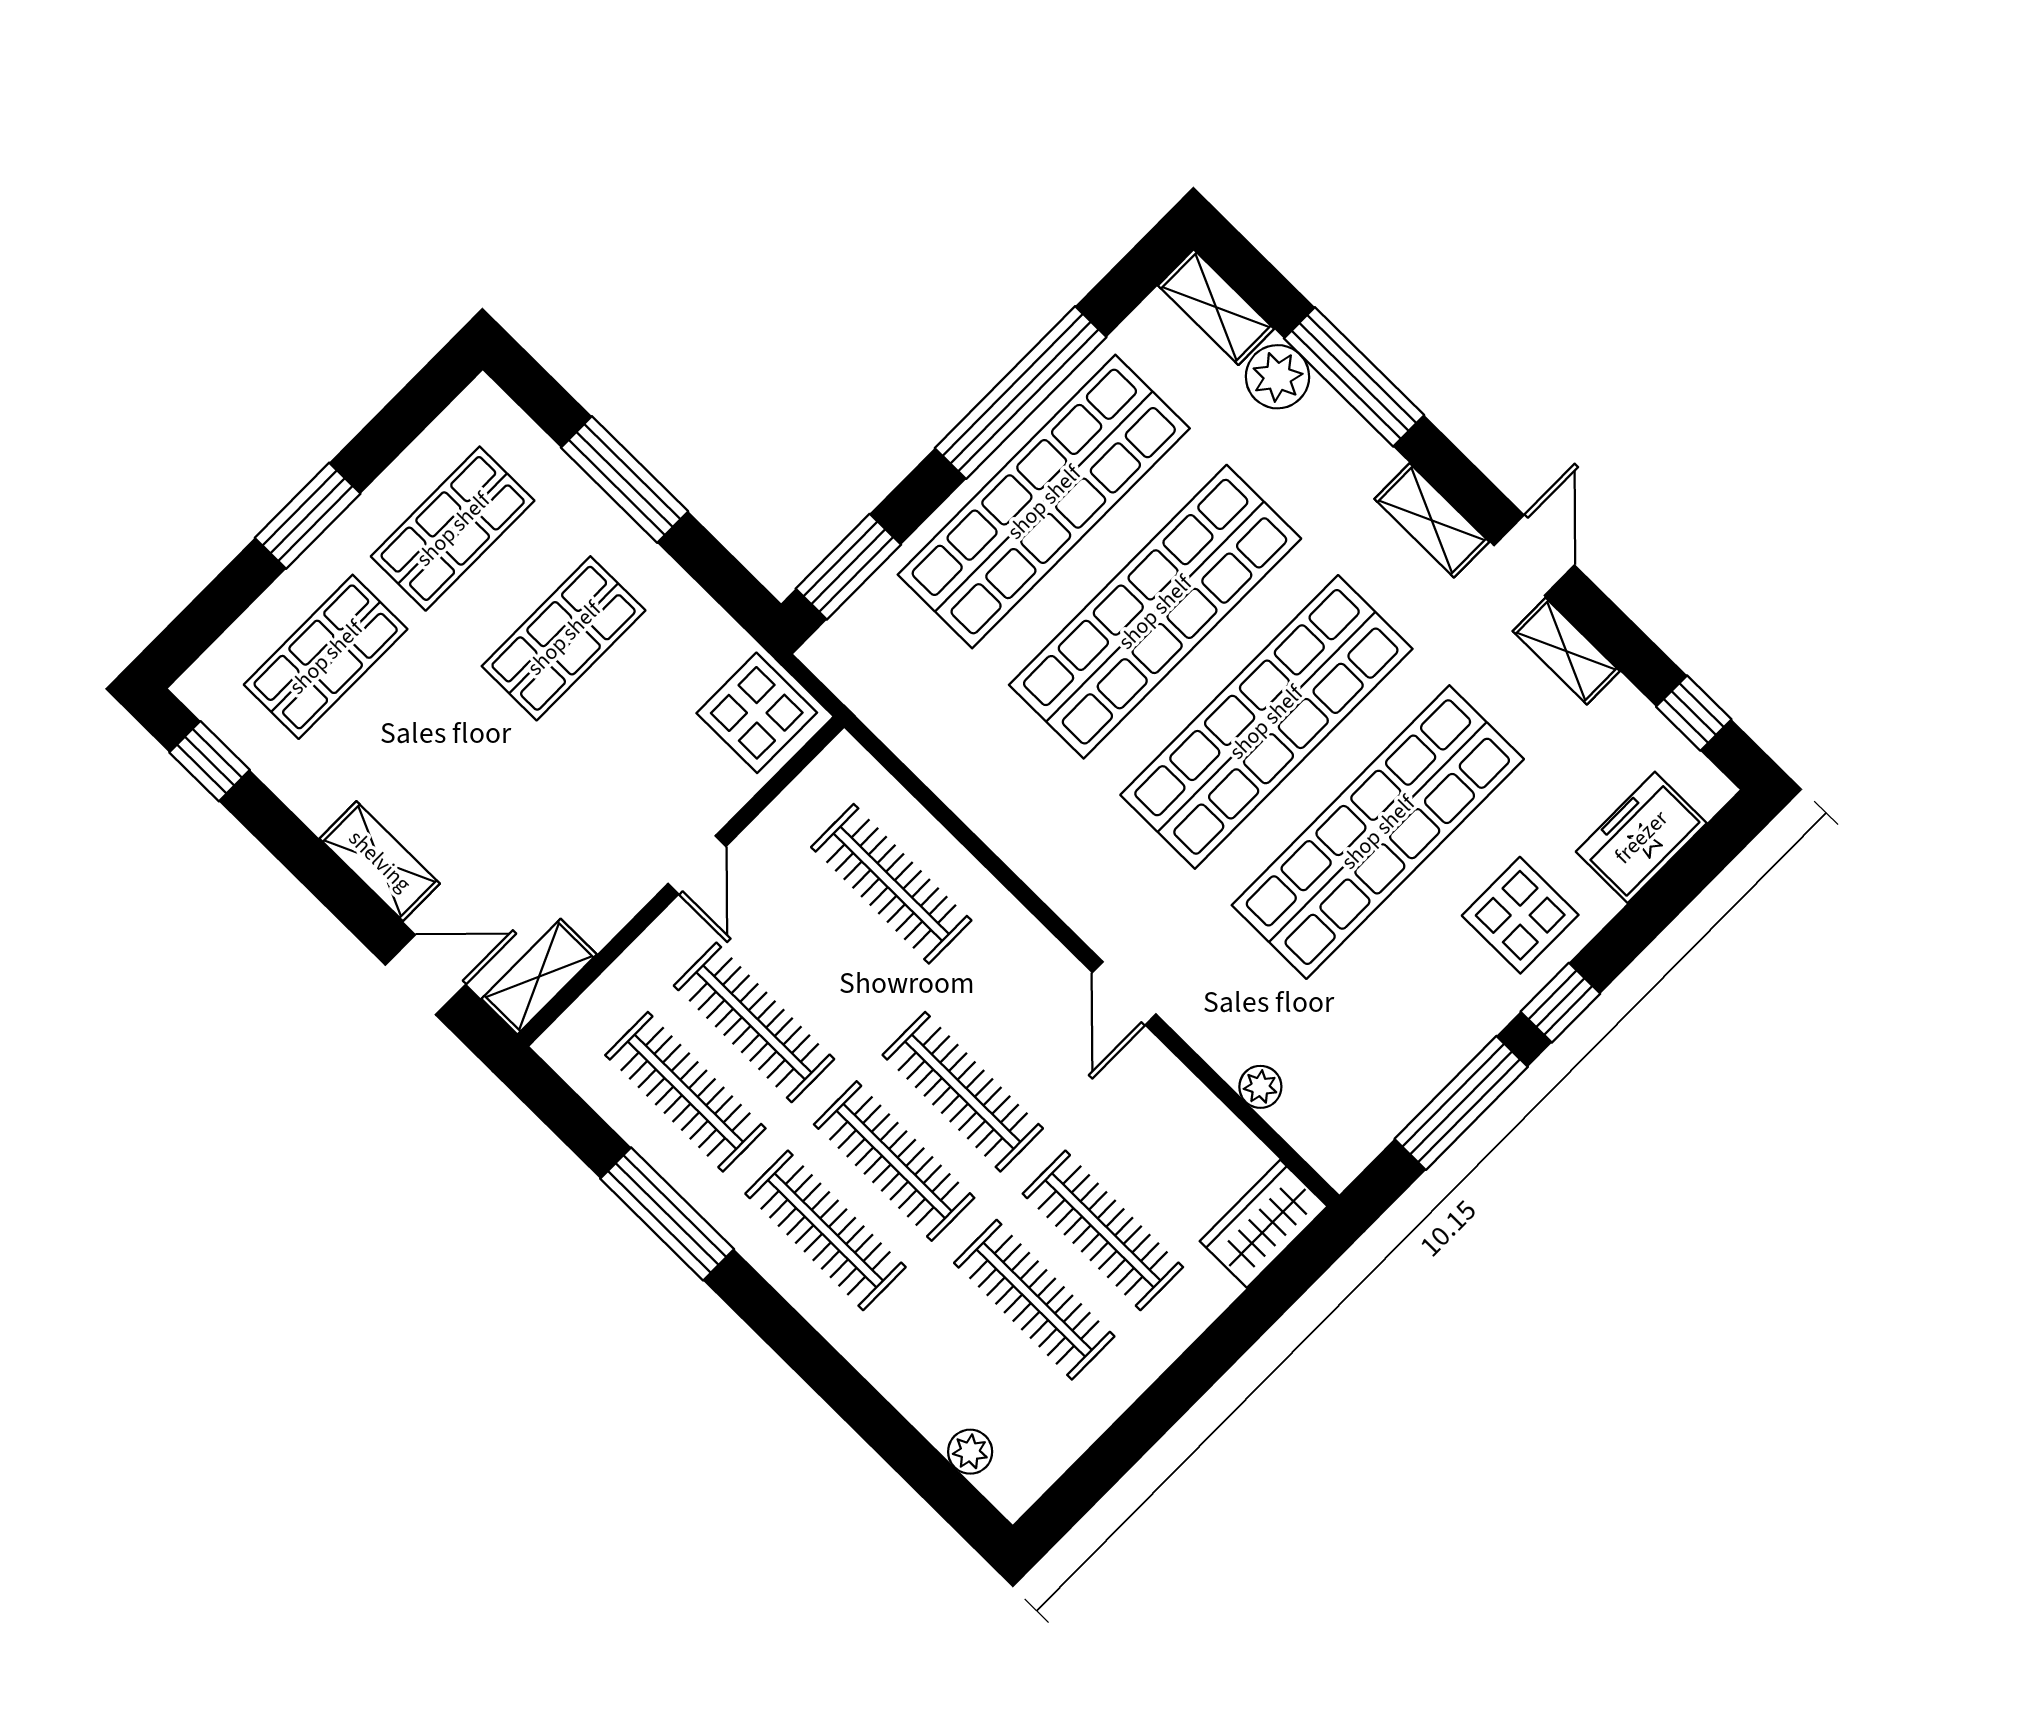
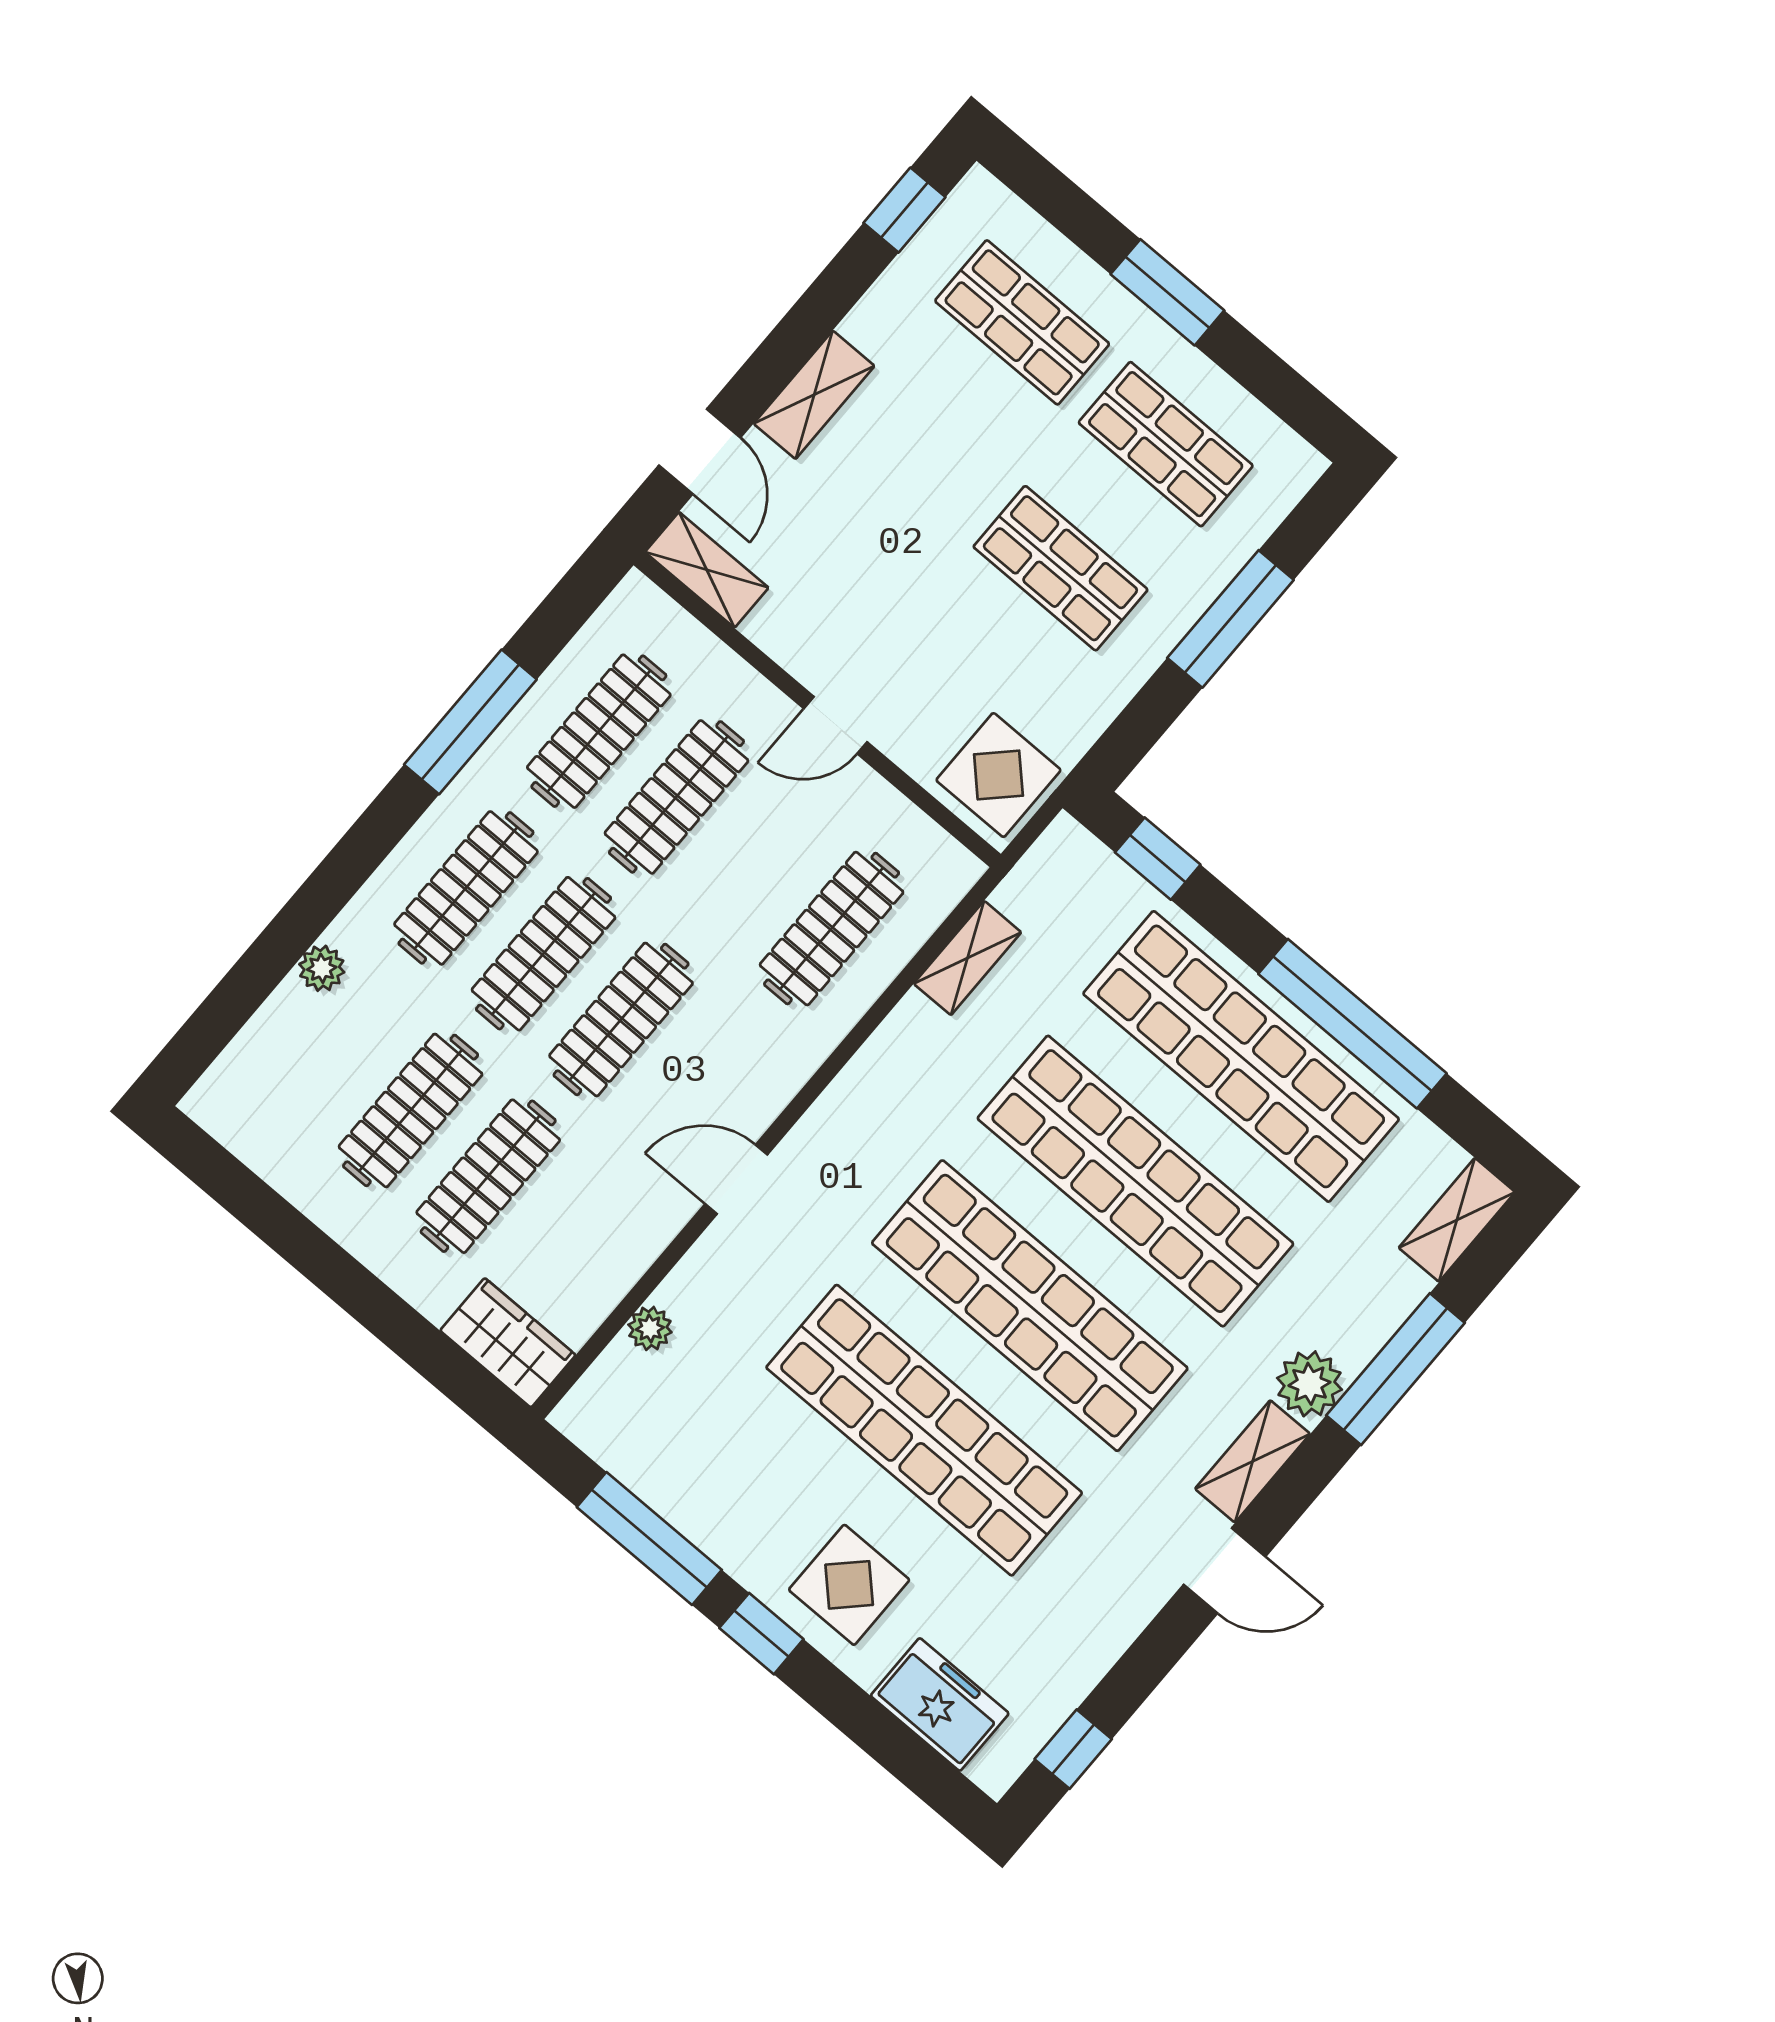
plant: (1277, 377) -> (1309, 1384), moved
window: (848, 567) -> (1158, 859), width x0.67
shelving: (1566, 651) -> (967, 958), moved
plant: (970, 1452) -> (322, 968), moved

